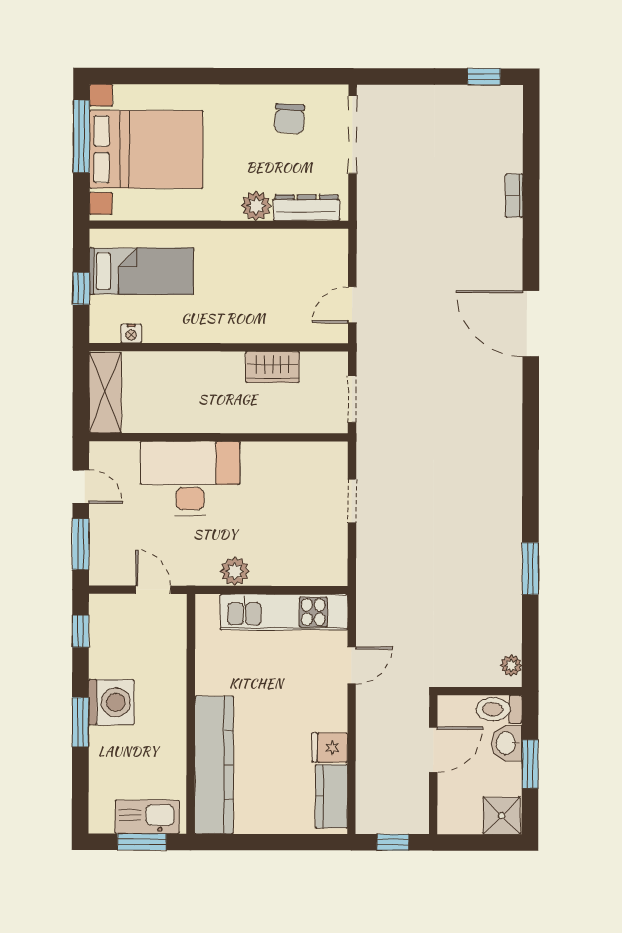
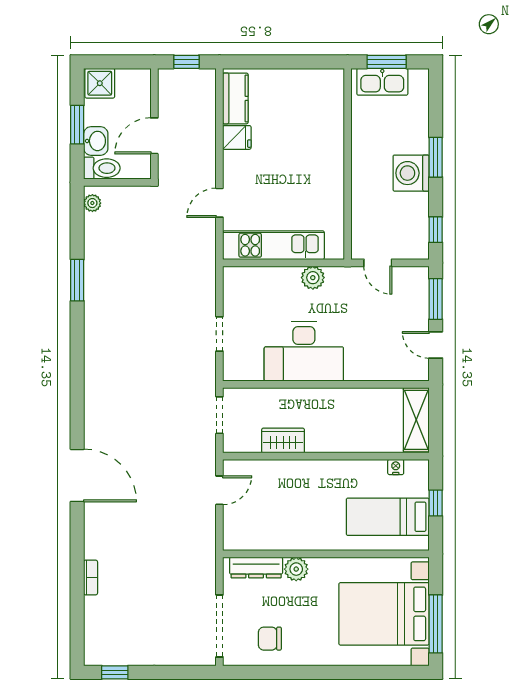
chair: (290, 119) -> (270, 639), turned -93
desk: (190, 479) -> (304, 352), moved
kitchen counter: (214, 765) -> (329, 123), removed

